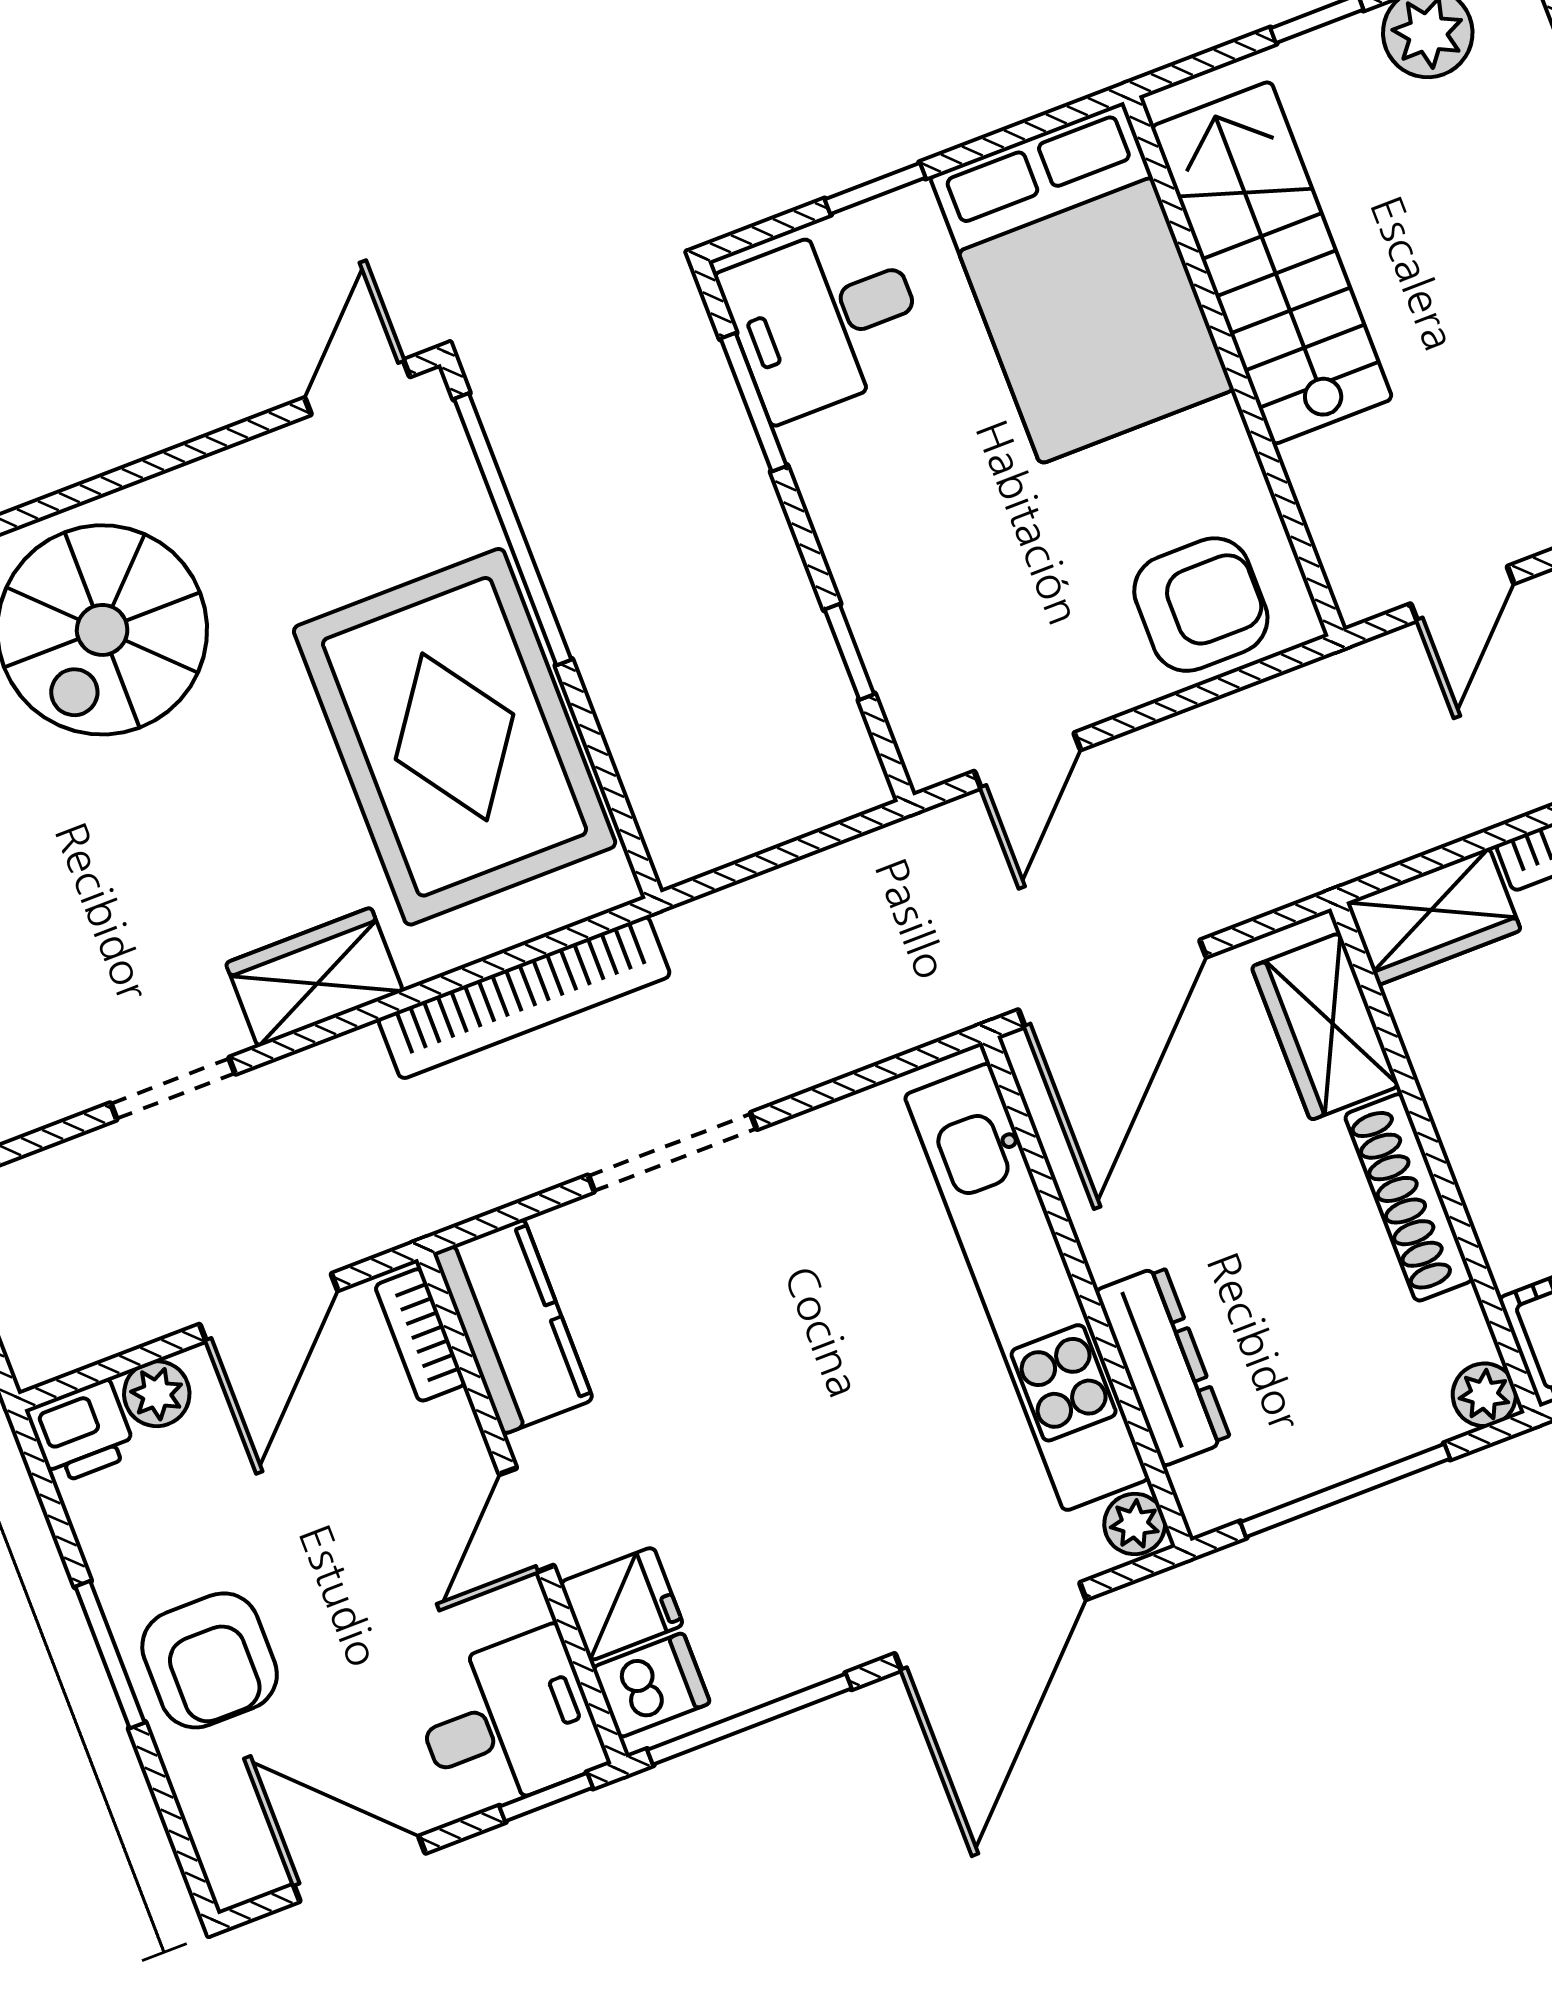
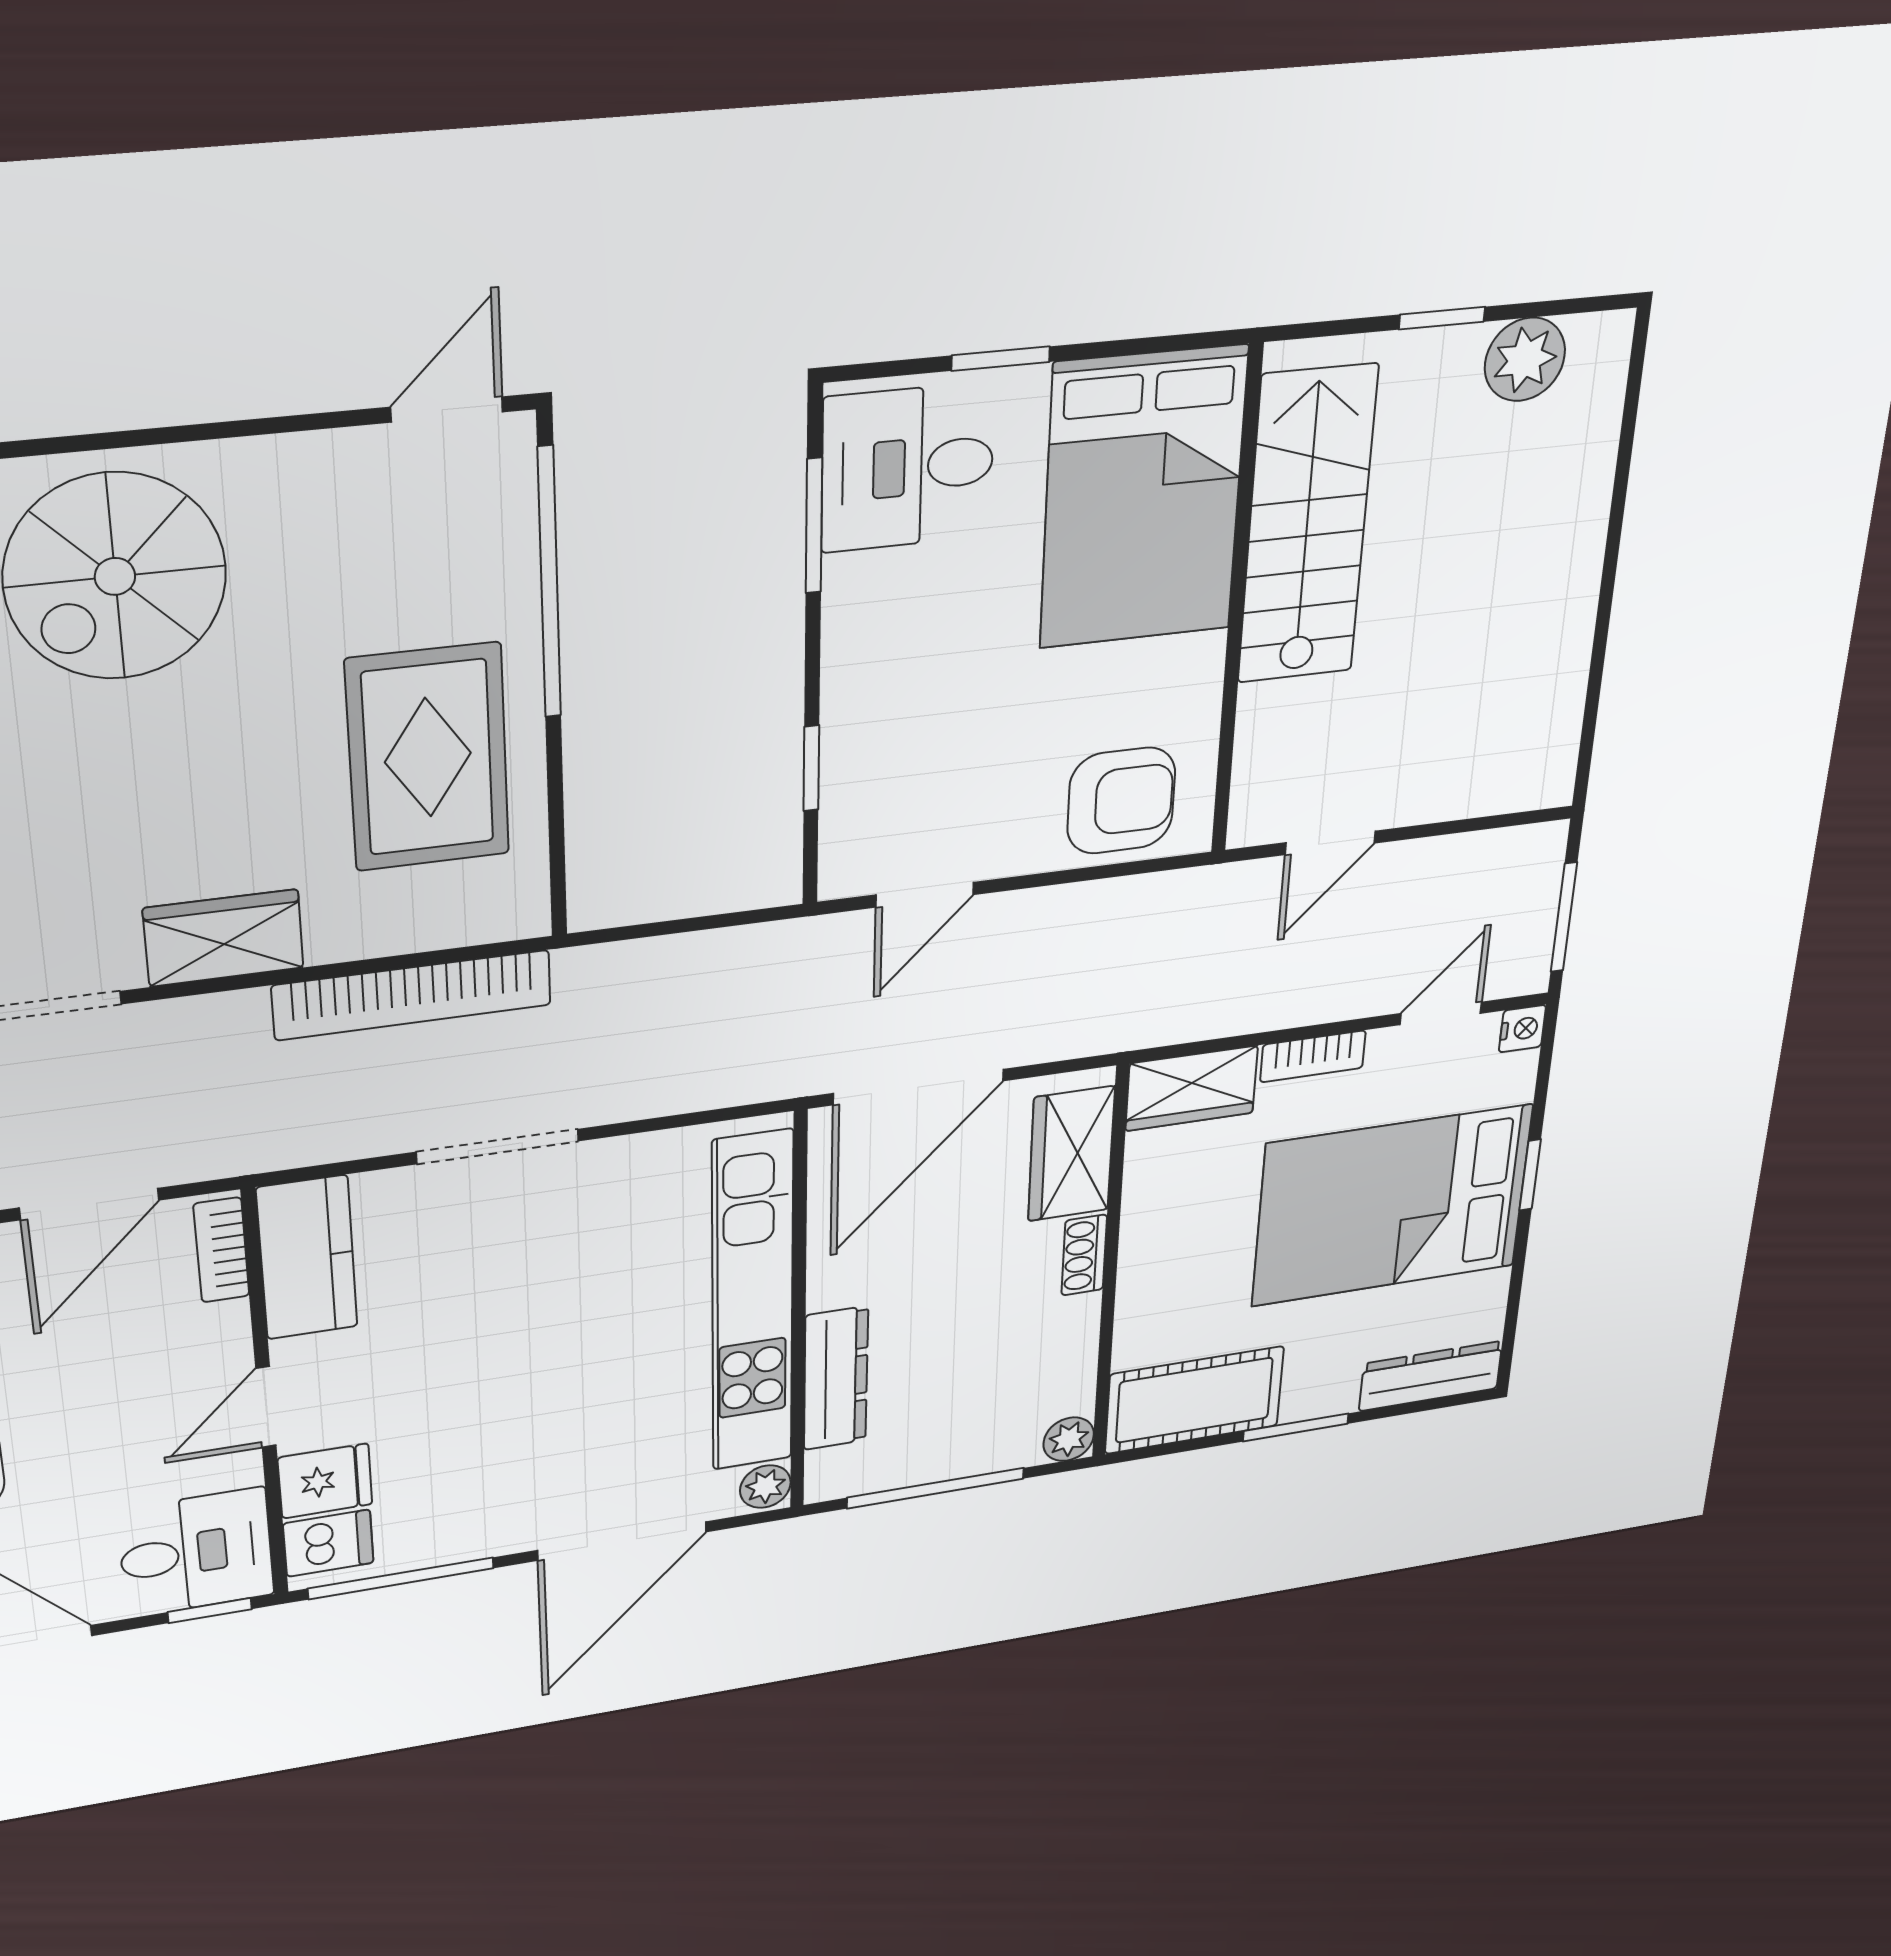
rug: (455, 737) -> (428, 757), width x0.73, depth x0.69
shoe rack: (1409, 1197) -> (1084, 1255), width x0.51, depth x0.81

